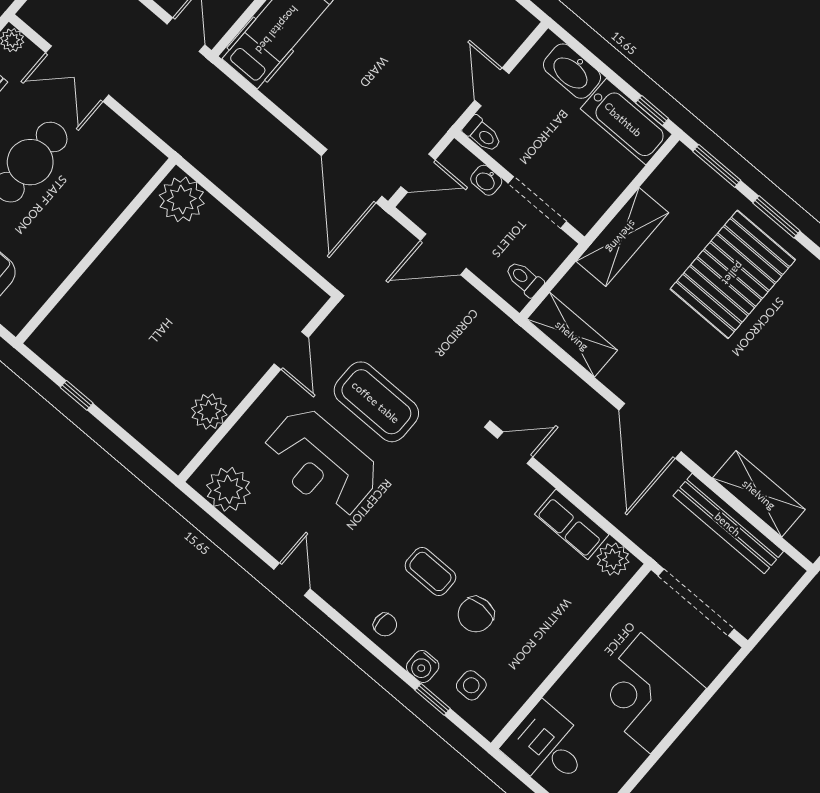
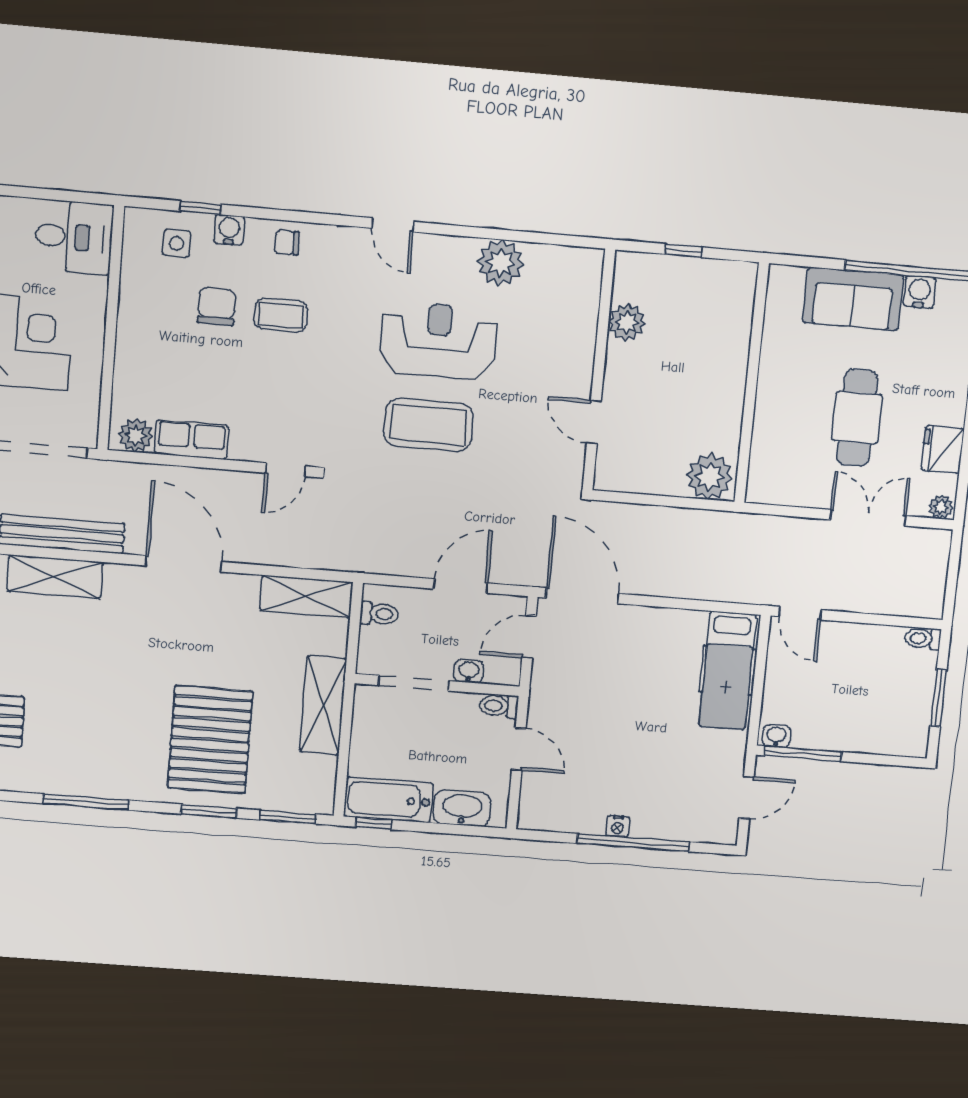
door: (291, 351) -> (594, 422), moved
wall: (258, 389) -> (599, 370), moved
plant: (209, 412) -> (627, 322), moved

